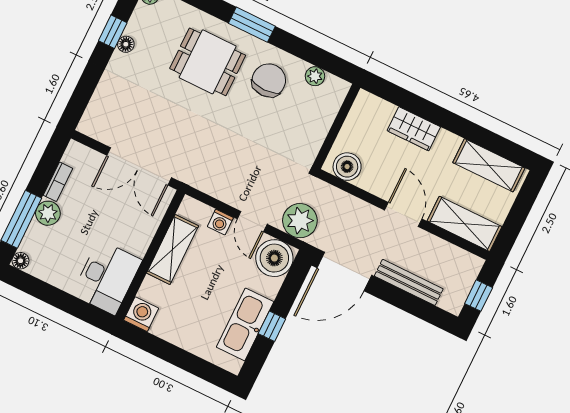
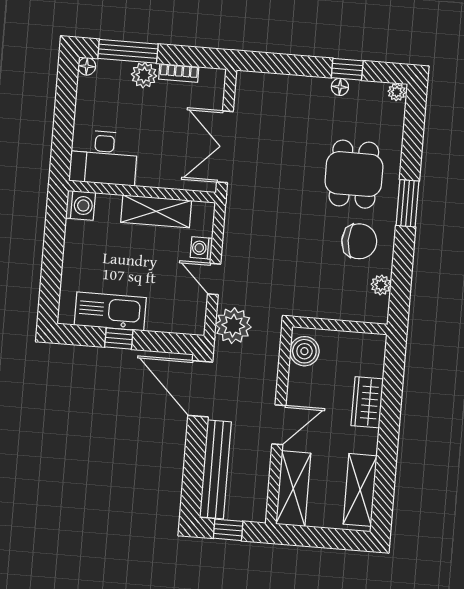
door: (252, 222) -> (214, 279), hinge flipped
boiler: (274, 258) -> (187, 315), removed
bench: (409, 282) -> (215, 469), width x1.37, depth x1.21

